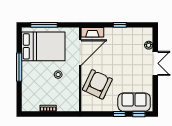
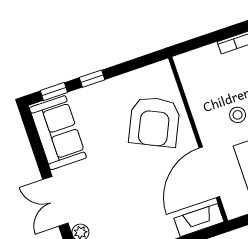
sofa: (134, 102) -> (58, 133), moved, turned -90

